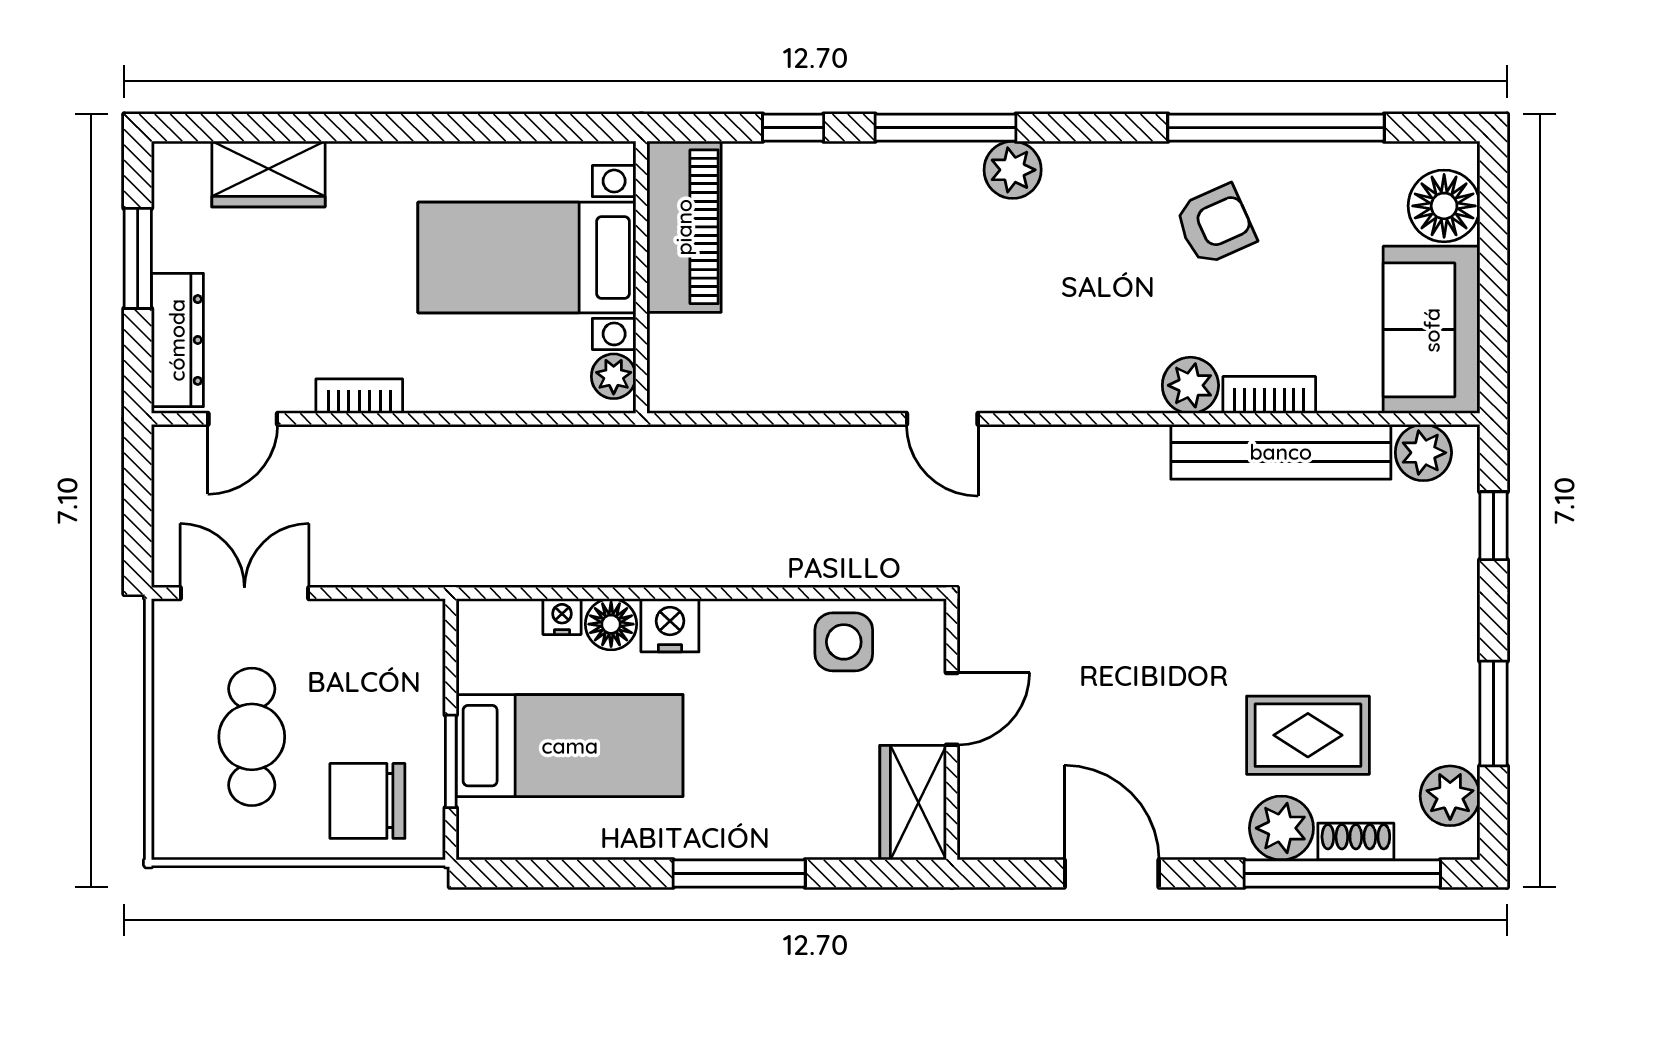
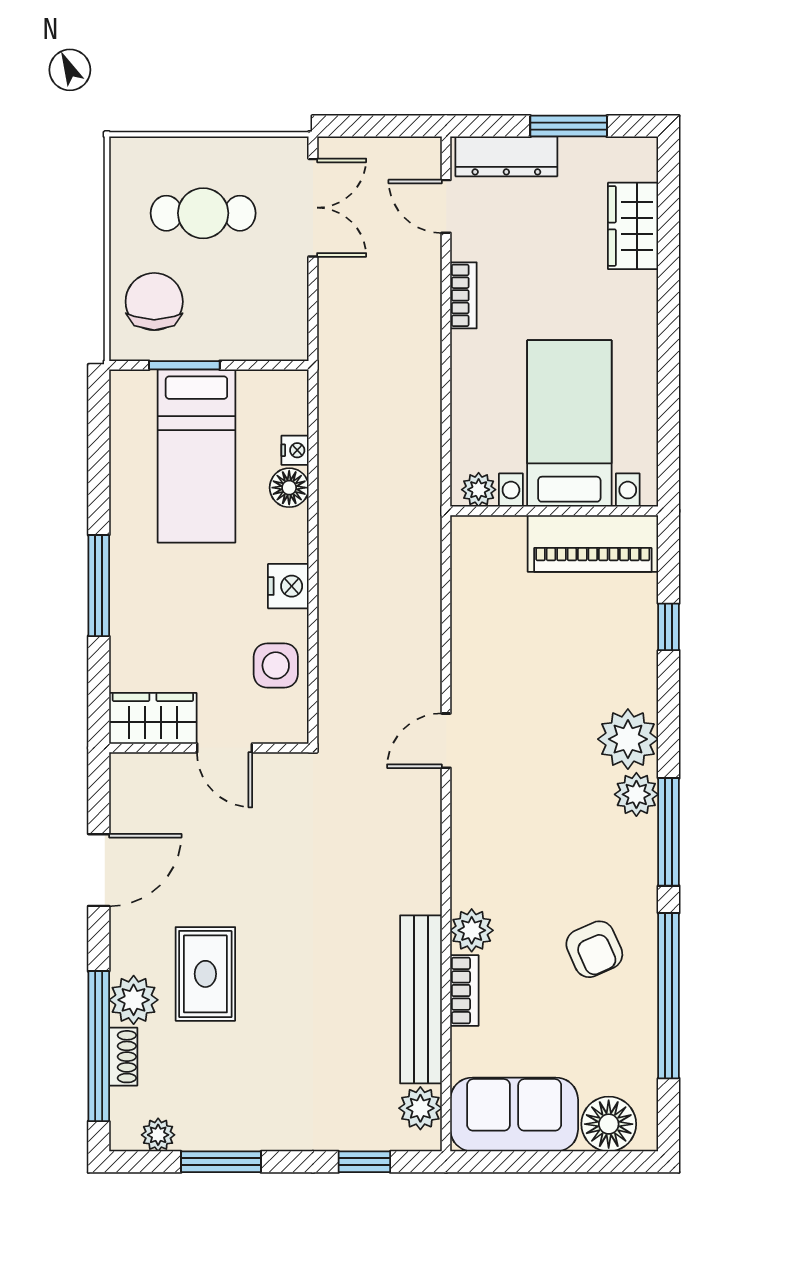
window: (945, 128) -> (669, 832), moved
plant: (940, 181) -> (628, 739), added
nightstand: (670, 625) -> (288, 586), moved
rug: (1308, 735) -> (205, 974), moved
plant: (1450, 796) -> (158, 1135), width x0.73, depth x0.73

